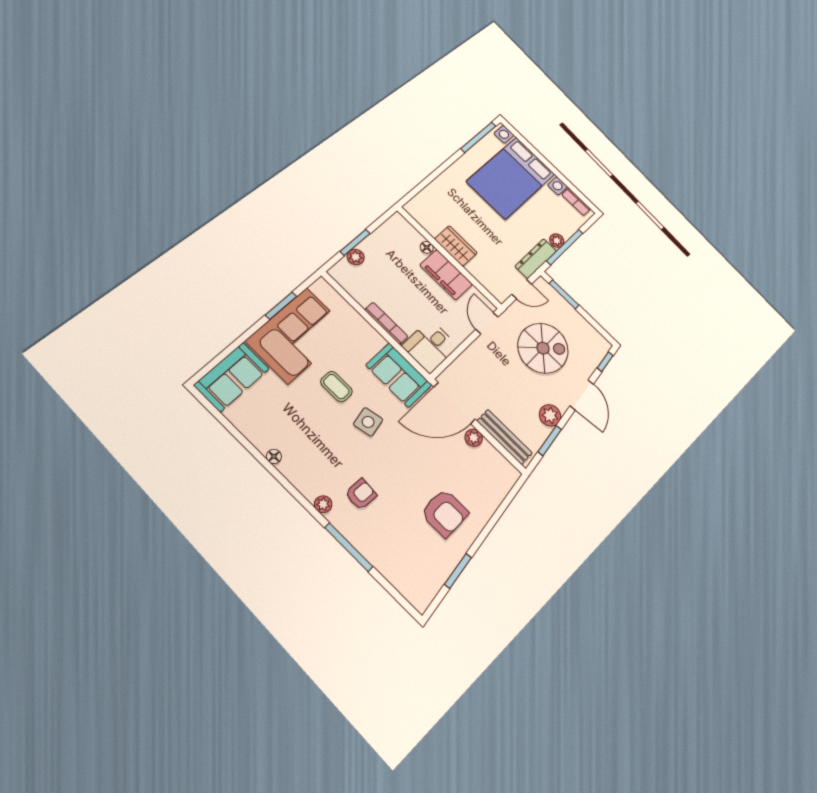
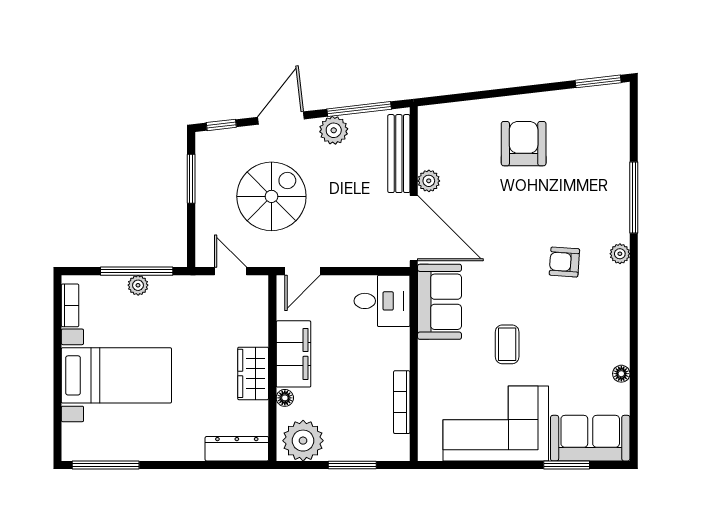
bed with nightstands: (511, 178) -> (116, 375), width x0.73
plant: (356, 257) -> (303, 441), moved, width x1.88, depth x1.88
dresser: (536, 259) -> (237, 449), moved, turned 180
window: (564, 294) -> (191, 179), moved
window: (281, 306) -> (567, 465), moved
bookcase: (386, 323) -> (402, 402), moved
spiral stairs: (543, 348) -> (271, 196), turned 90
side table: (368, 422) -> (511, 286), removed
window: (550, 441) -> (359, 109), width x1.44
floor lamp: (274, 456) -> (621, 374), moved
armchair: (361, 494) -> (564, 262), moved
window: (458, 571) -> (598, 81), moved

